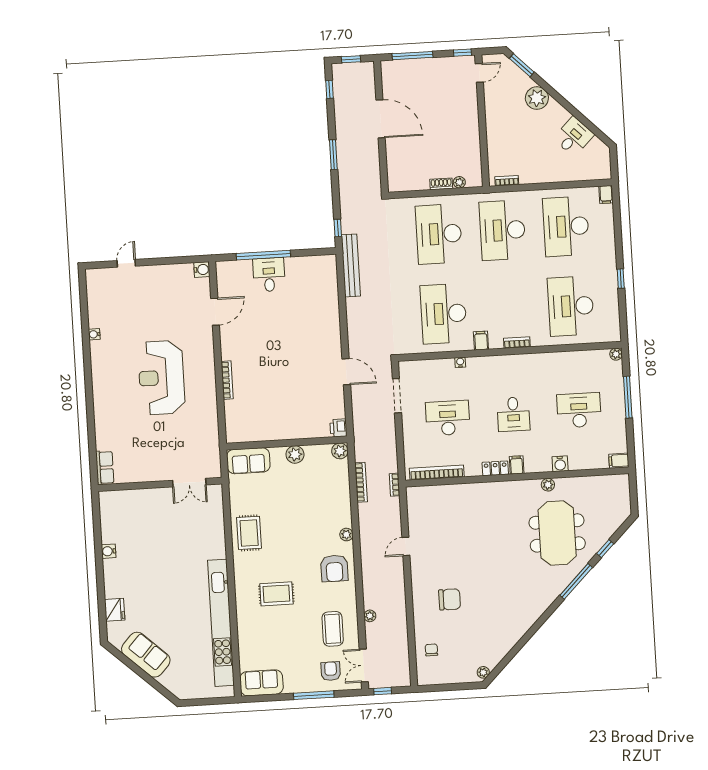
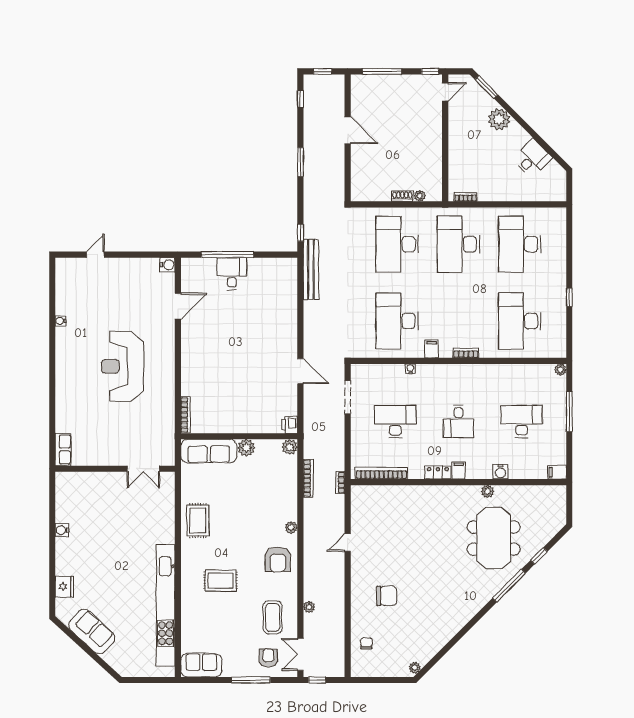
door: (380, 119) -> (348, 130), width x0.73
filing cabinet: (606, 194) -> (560, 216), removed
bookcase: (227, 380) -> (185, 415), moved
sofa: (248, 461) -> (209, 451), width x1.36

